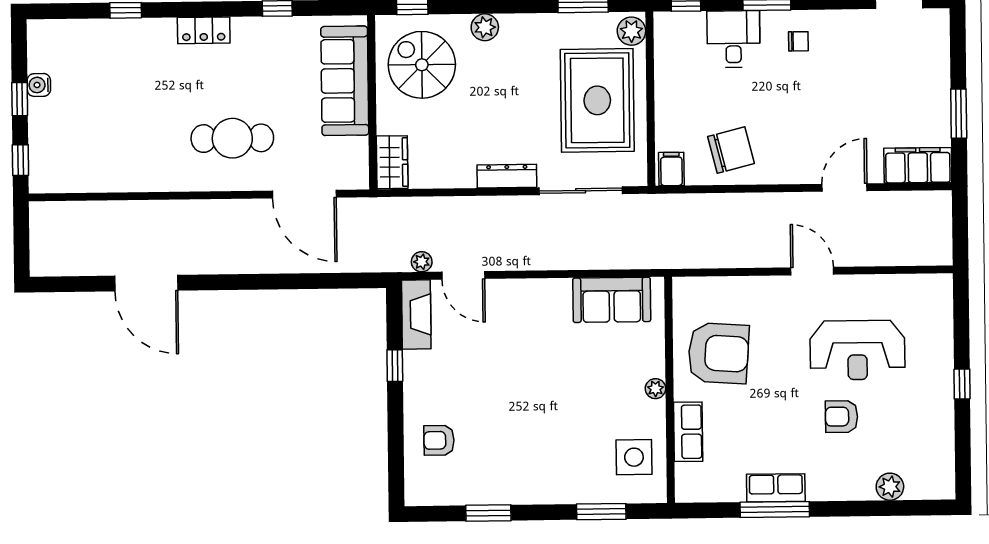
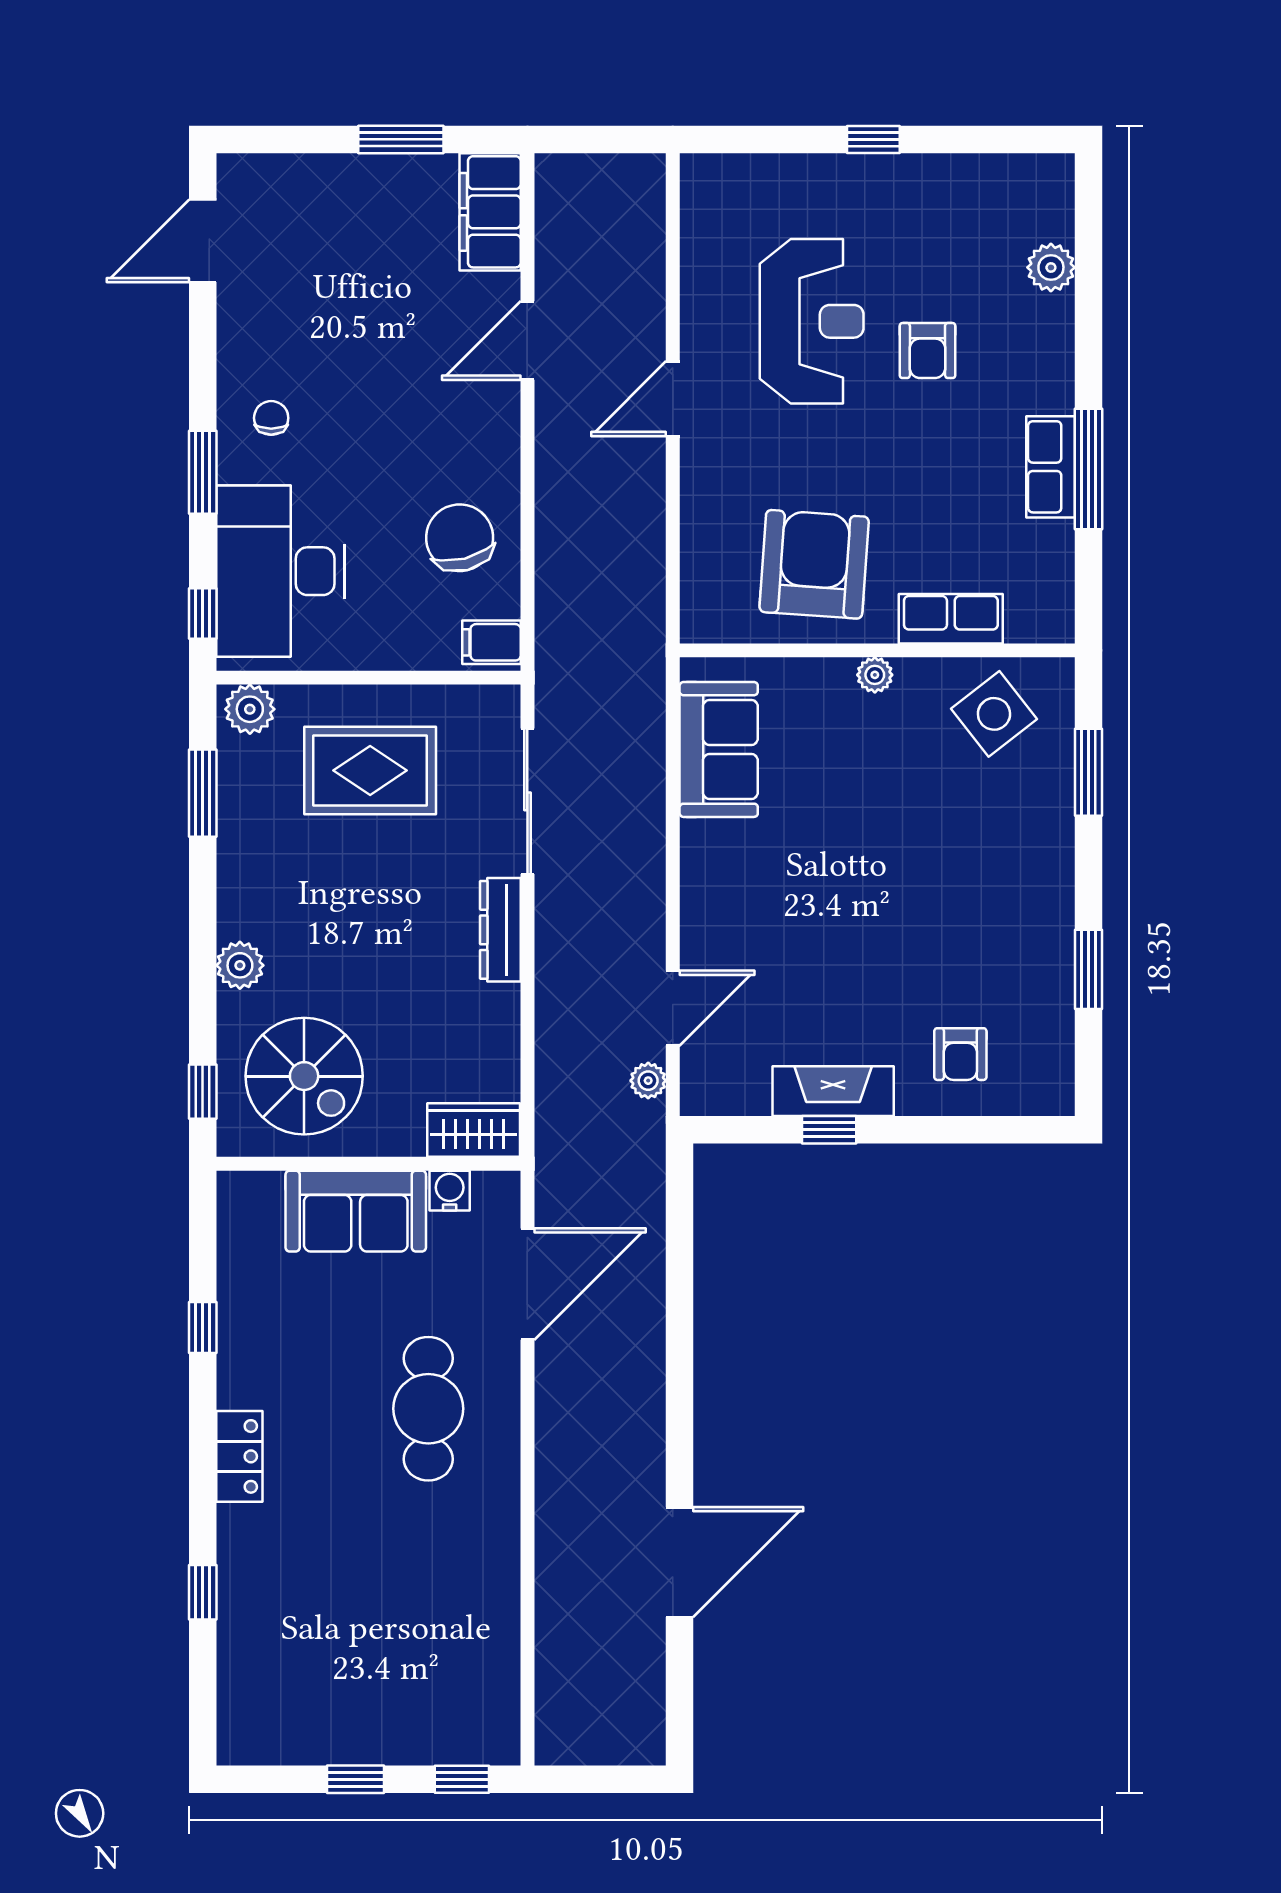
desk: (733, 39) -> (280, 571), width x1.87, depth x1.30
spiral stairs: (422, 65) -> (304, 1076), turned -90
sofa: (345, 81) -> (356, 1211), width x0.73
water cooler: (39, 85) -> (450, 1191), moved, turned 180
rug: (597, 100) -> (370, 770), width x0.73, depth x0.69
door: (844, 187) -> (527, 340), hinge flipped
fireplace: (416, 314) -> (833, 1091), moved
side table: (634, 457) -> (994, 714), turned -38

